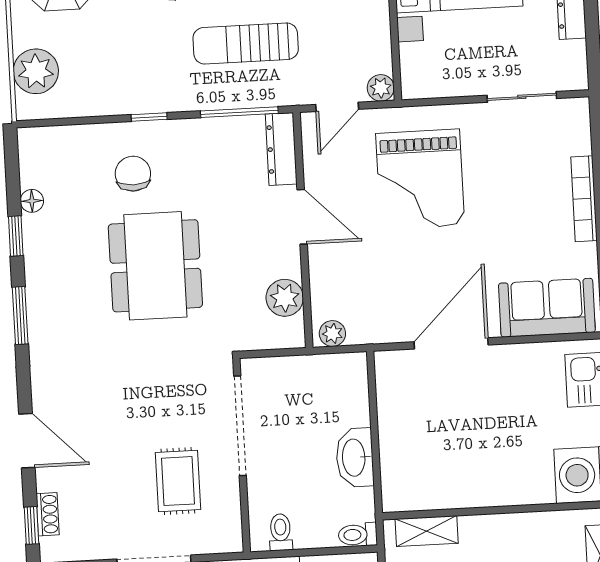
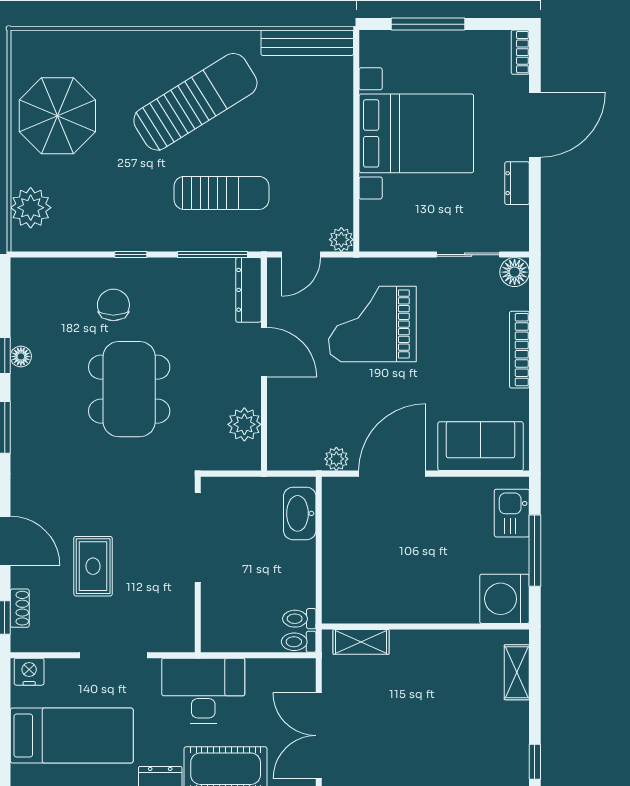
sun lounger: (246, 44) -> (221, 193), turned 180
floor lamp: (574, 113) -> (515, 272), added
grand piano: (420, 179) -> (372, 324), turned 90
floor lamp: (32, 201) -> (21, 356), moved
plant: (332, 334) -> (336, 459), moved
washbasin: (355, 458) -> (300, 513), moved
rug: (178, 481) -> (93, 566), moved
toilet: (281, 532) -> (299, 619), moved, turned -90

